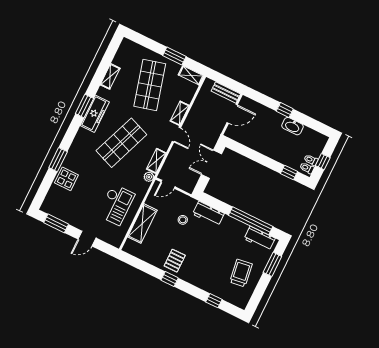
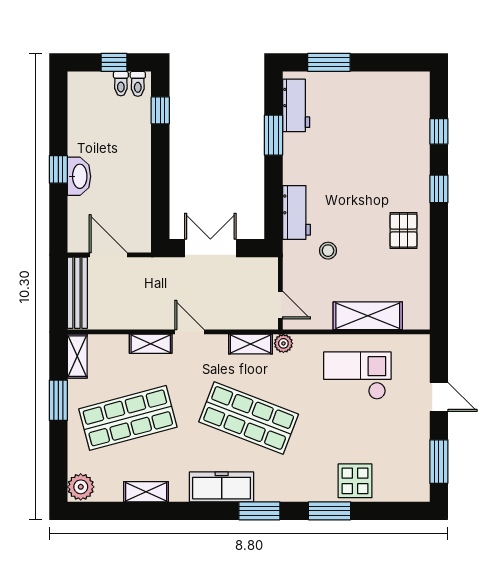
plant: (128, 46) -> (81, 487), added
bench: (226, 92) -> (77, 293), width x1.36
window: (84, 106) -> (259, 511), moved
washbasin: (292, 126) -> (79, 176), moved
door: (176, 135) -> (189, 332), hinge flipped
double door: (211, 164) -> (210, 248), swing flipped
window: (251, 221) -> (273, 135), width x0.47
pallet: (175, 261) -> (404, 231), turned 90
trolley: (241, 273) -> (370, 108), removed
window: (170, 279) -> (439, 189), moved

